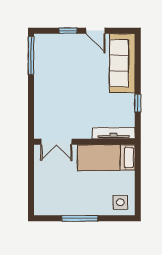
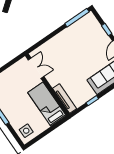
double door: (56, 142) -> (36, 68), swing flipped

